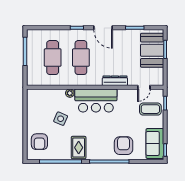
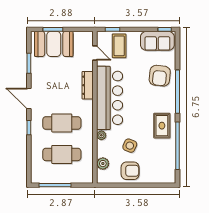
door: (103, 28) -> (29, 98), swing flipped
plant: (44, 94) -> (103, 164), added
bar counter: (96, 100) -> (110, 98), width x1.36
armchair: (39, 142) -> (130, 171), moved
armchair: (124, 146) -> (160, 76), turned -84
rug: (79, 148) -> (162, 126), turned 90

